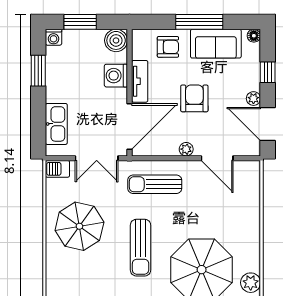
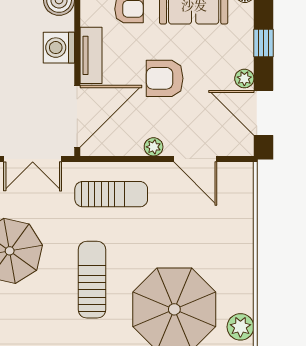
armchair: (194, 98) -> (165, 78), turned -90
sun lounger: (155, 184) -> (111, 194), turned 180
sun lounger: (141, 248) -> (92, 280), turned 180

